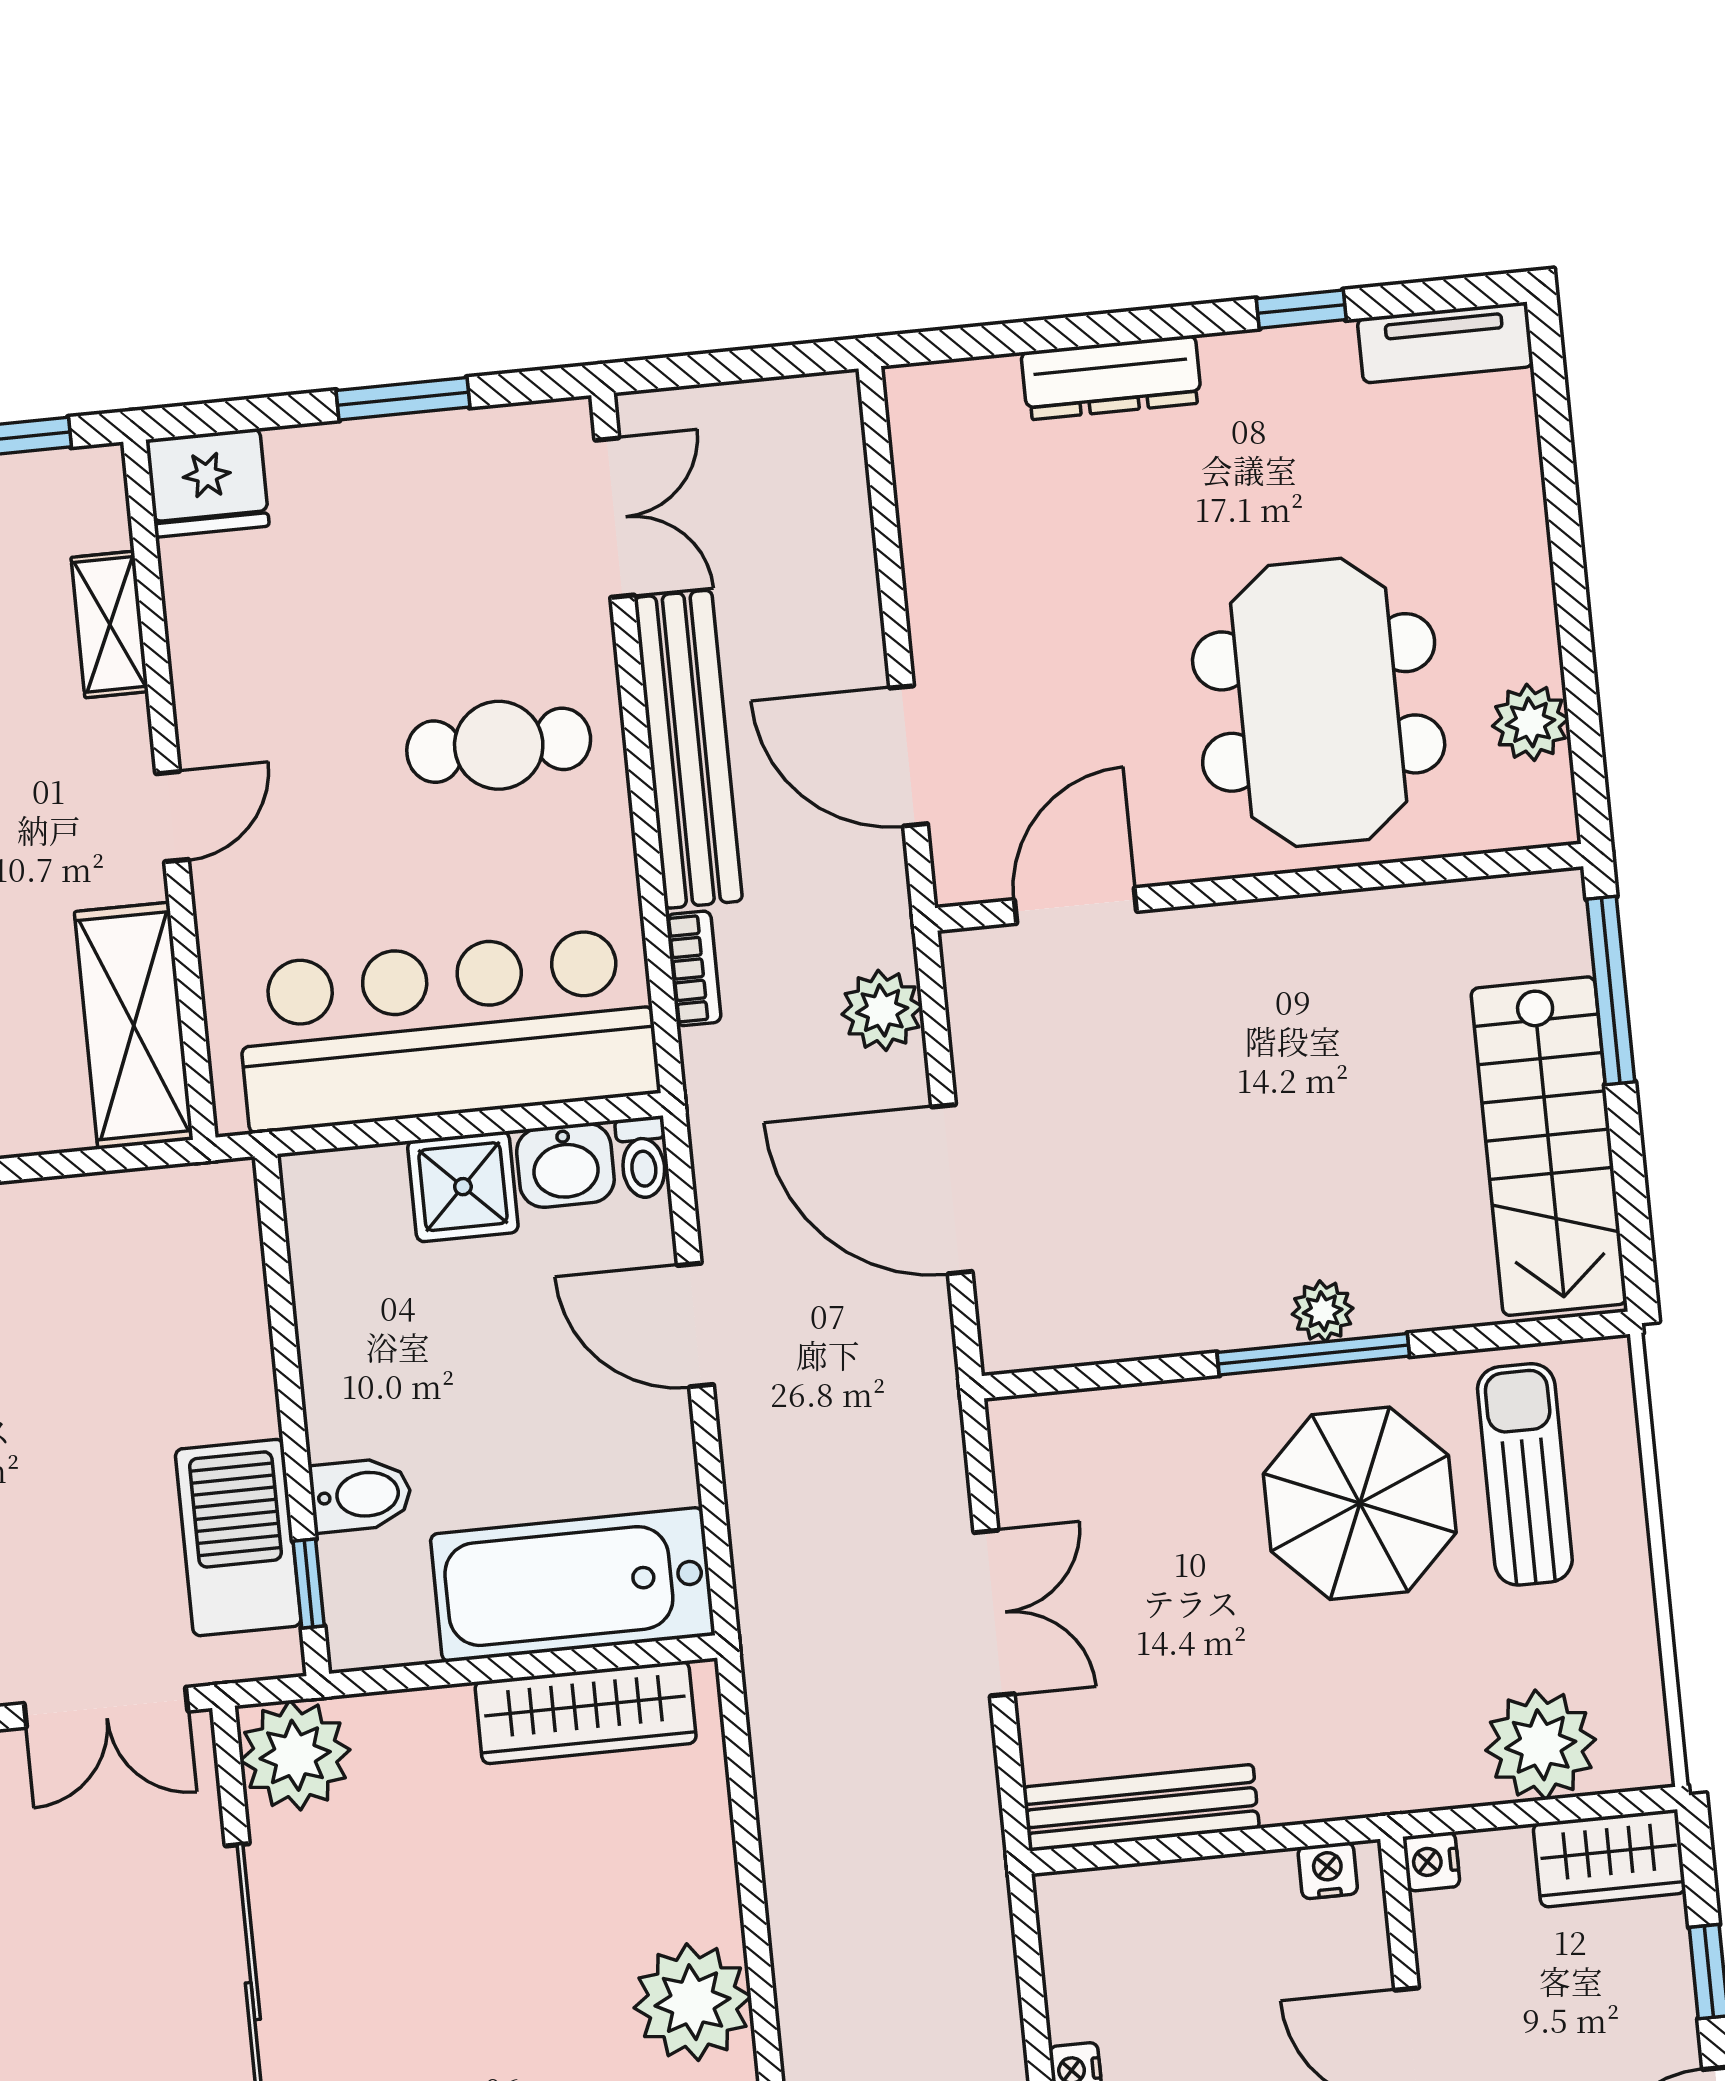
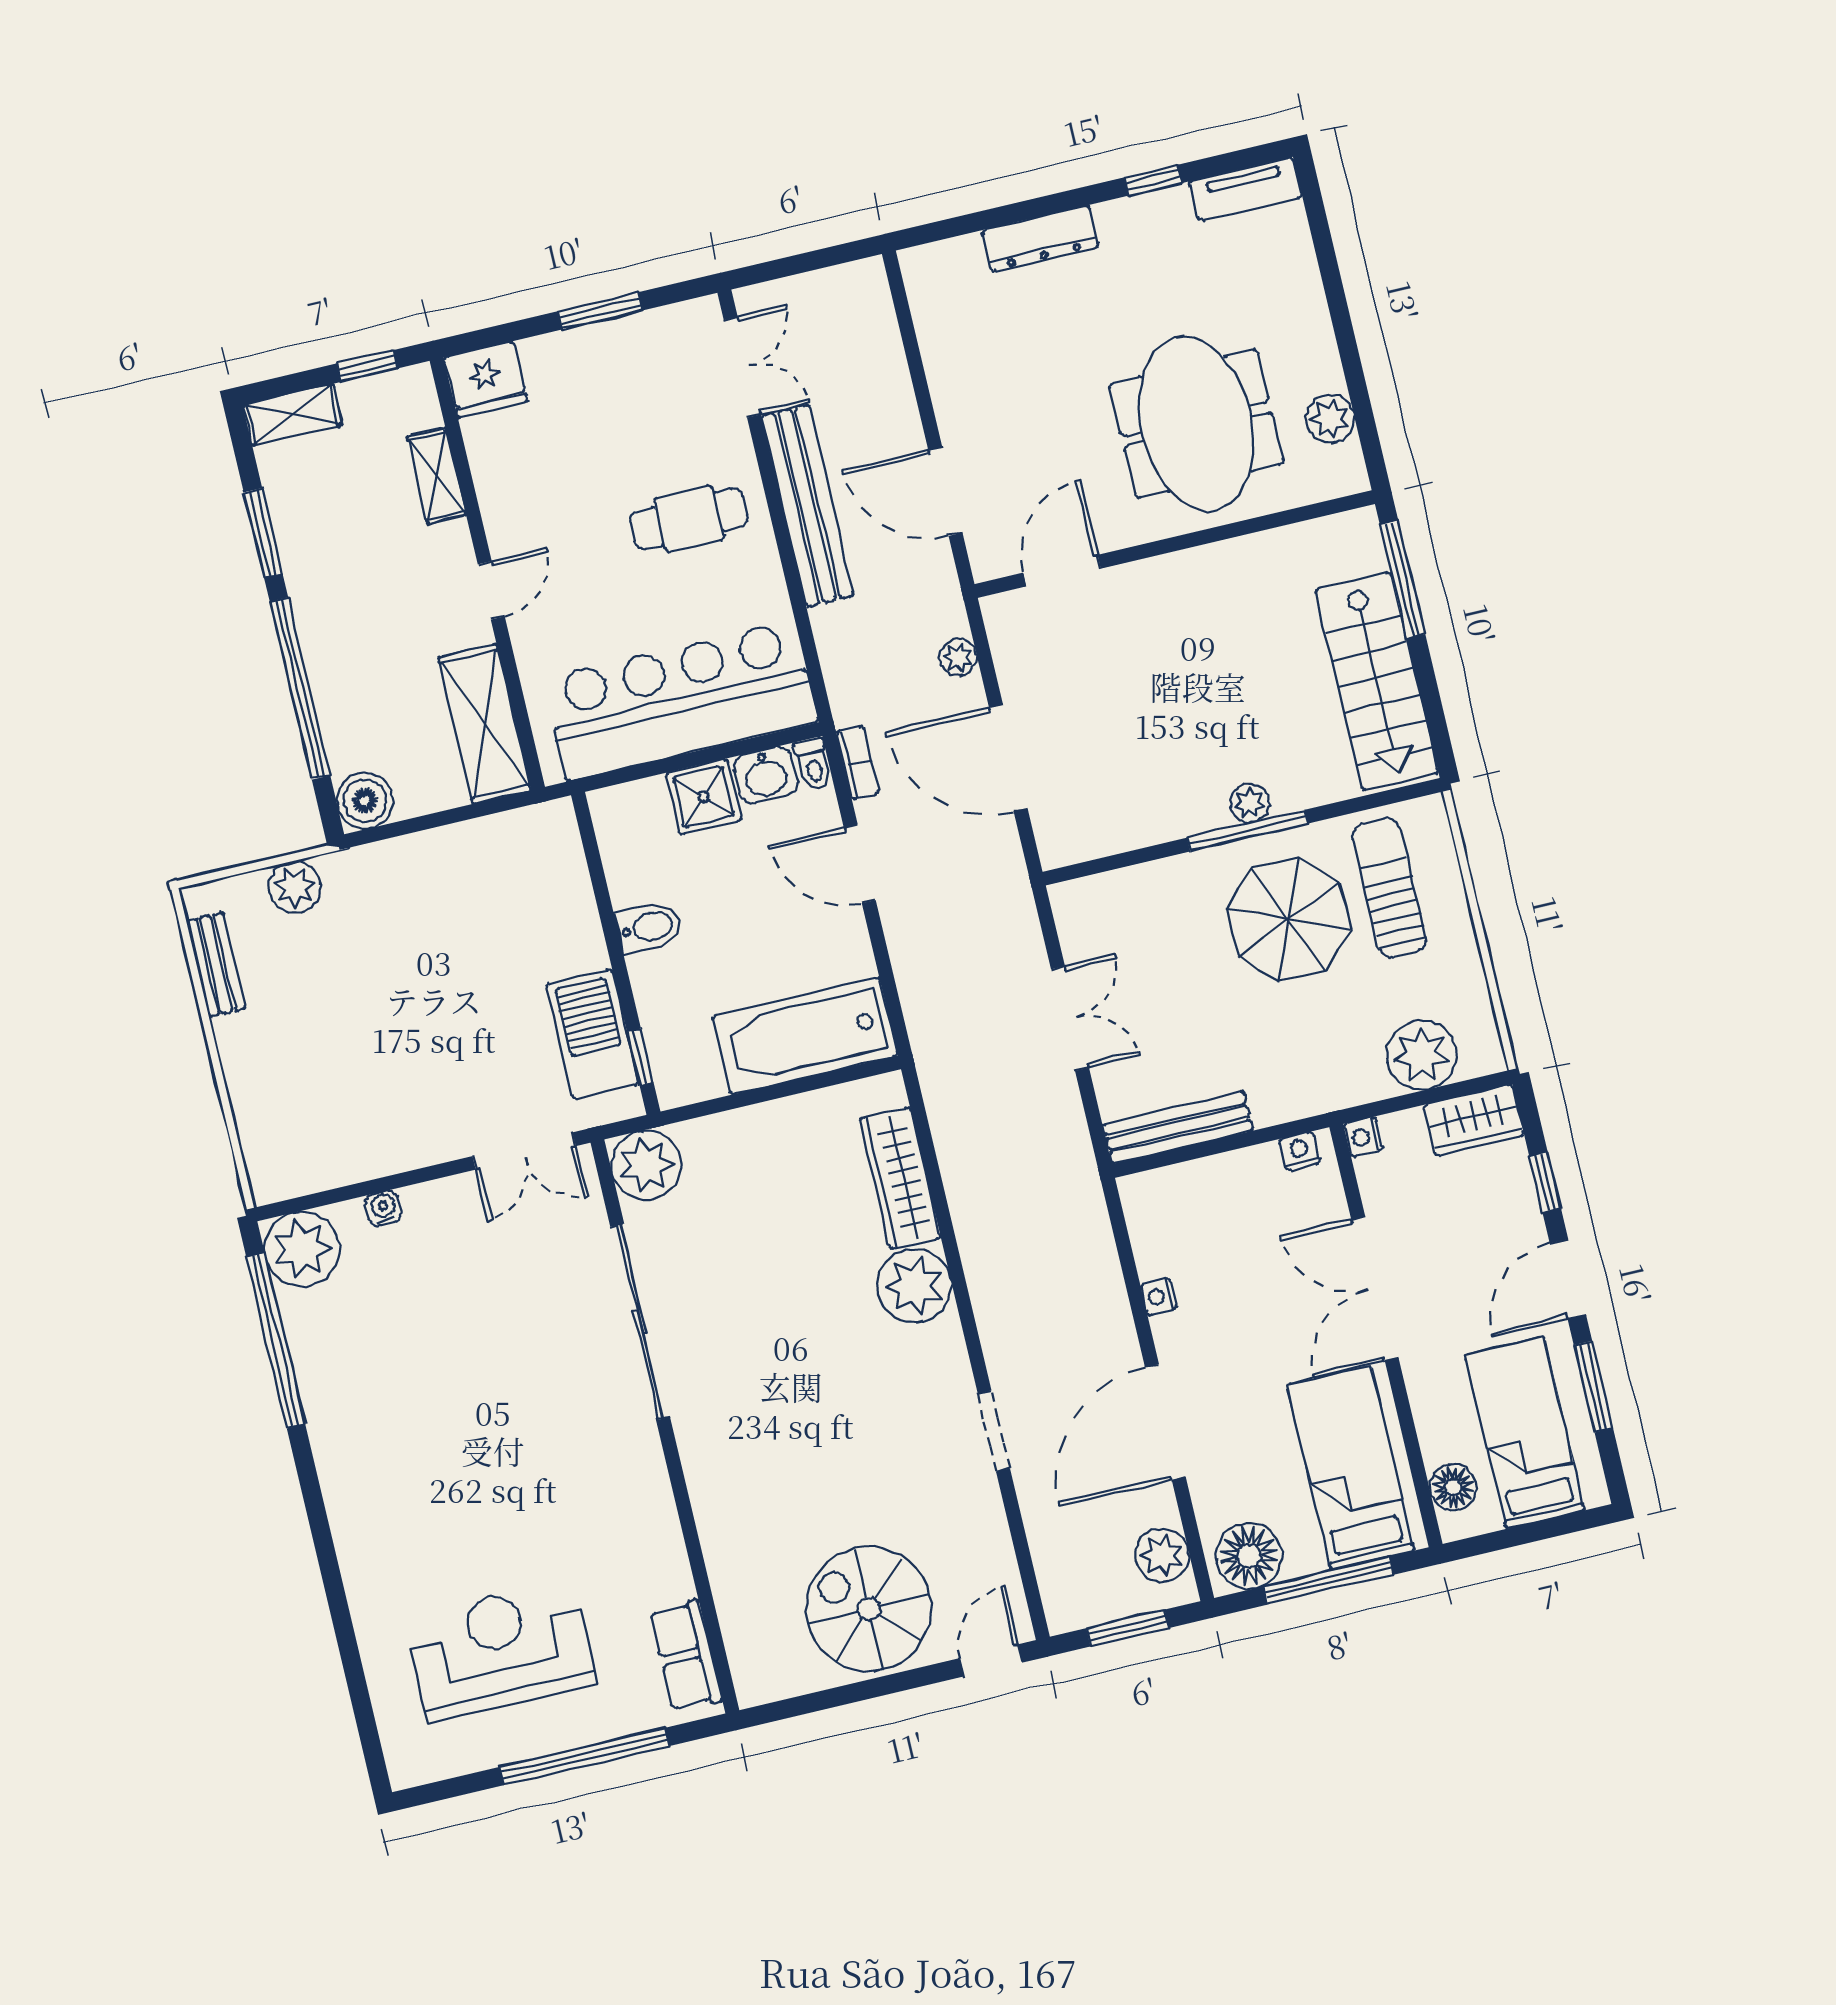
bookcase: (694, 968) -> (858, 763), moved
plant: (882, 1010) -> (958, 657), width x0.73, depth x0.73
bidet: (361, 1495) -> (649, 927), moved
wardrobe: (586, 1712) -> (900, 1178), moved, turned 90

